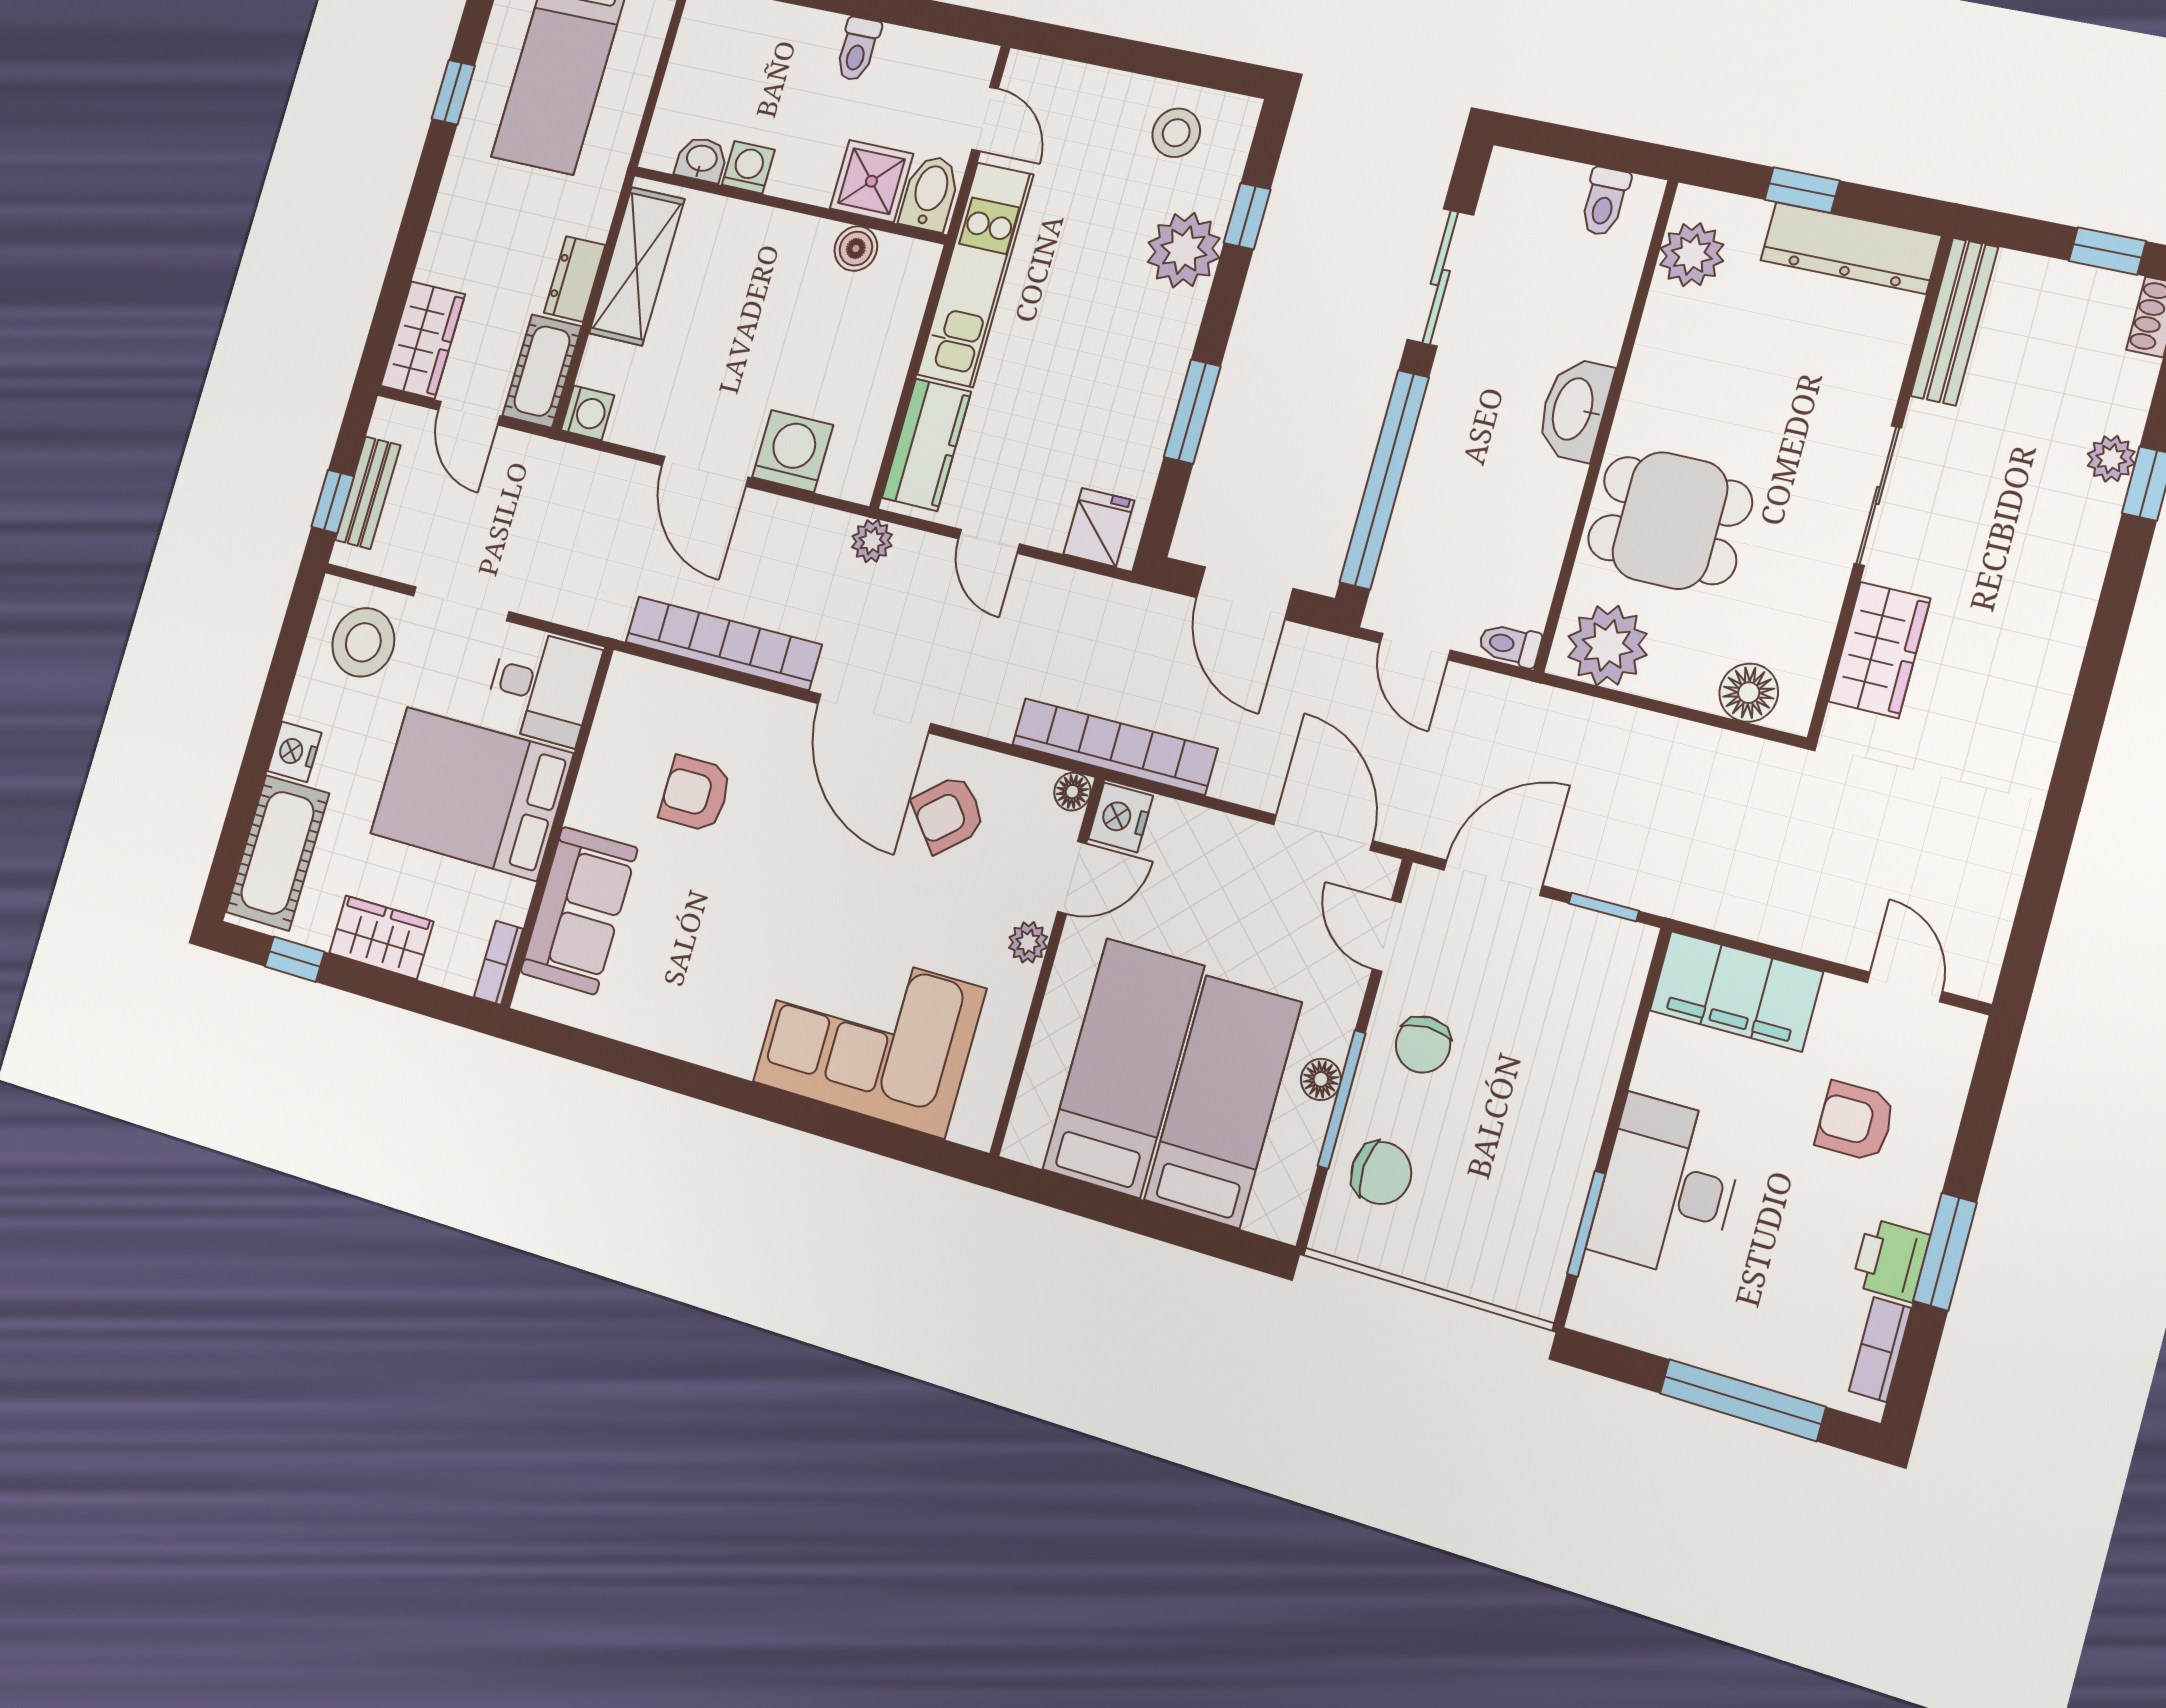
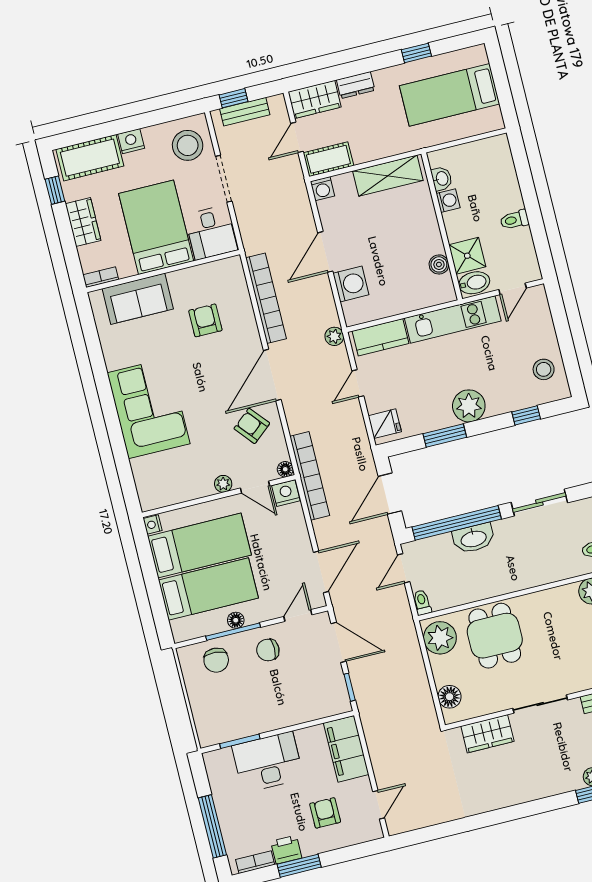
plant: (1184, 250) -> (469, 406), moved
dresser: (575, 279) -> (356, 85), moved, turned 180
washbasin: (1574, 409) -> (473, 538), moved, turned 180
corner sofa: (869, 1035) -> (149, 408), moved
nightstand: (1026, 1144) -> (153, 525), added

